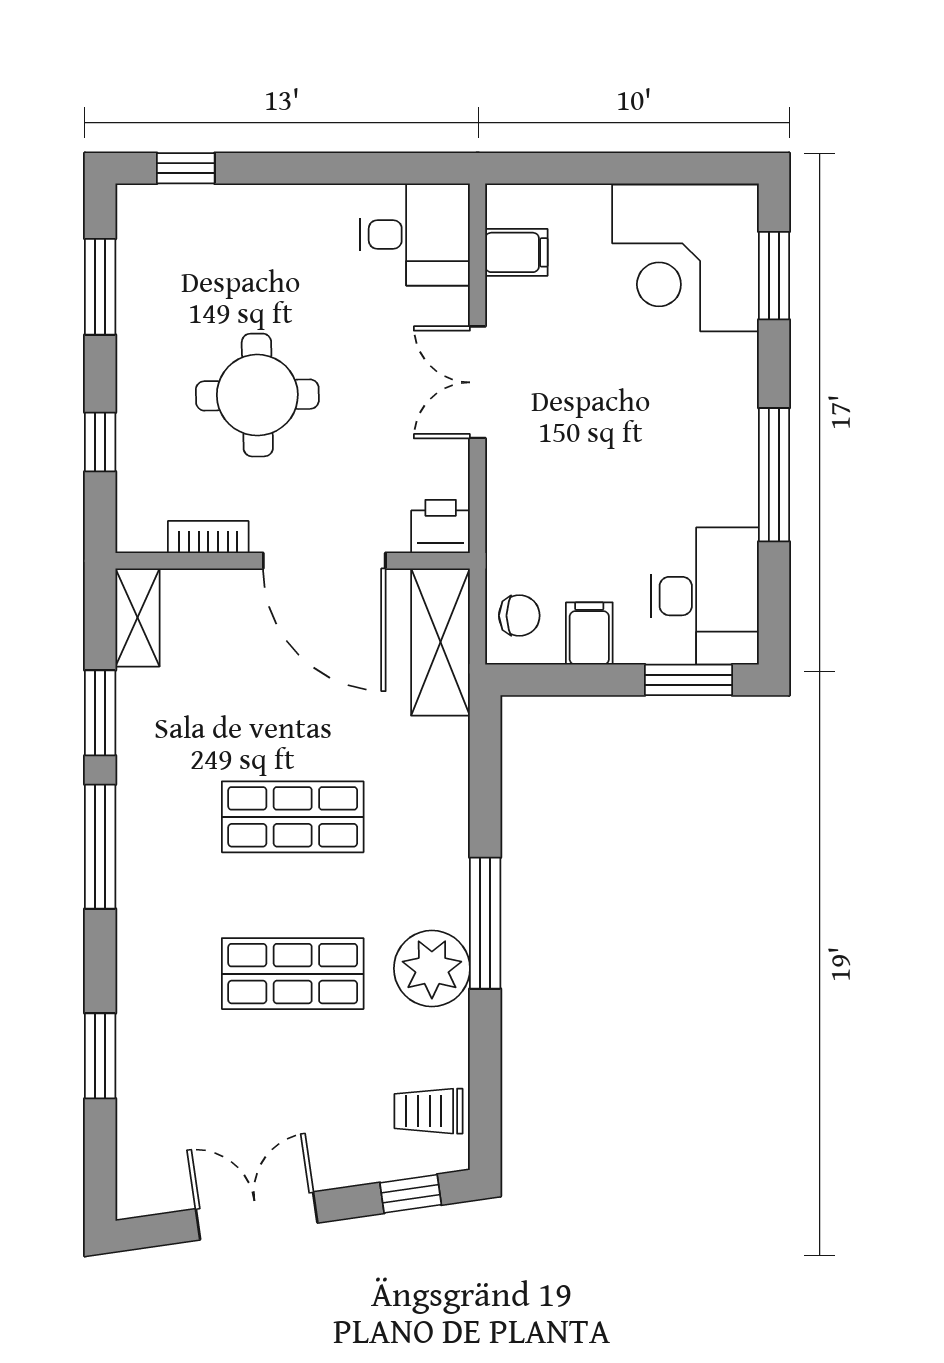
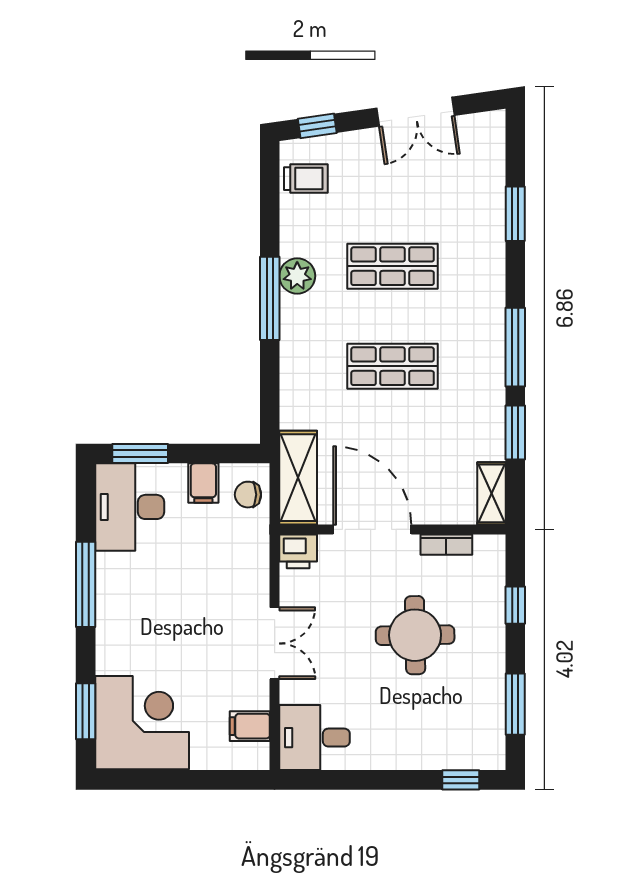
plant: (432, 968) -> (297, 276), width x0.73, depth x0.73

